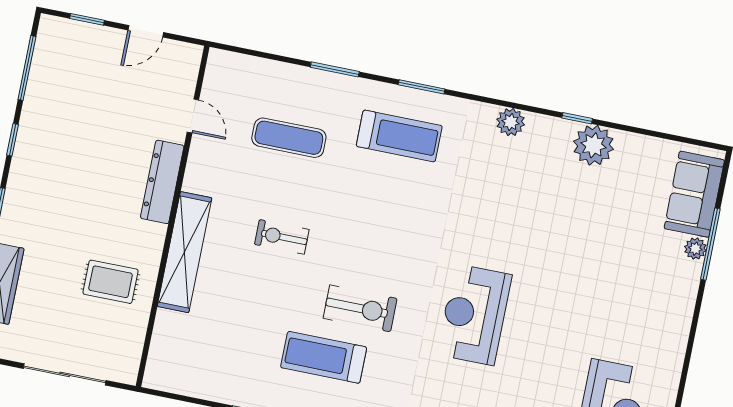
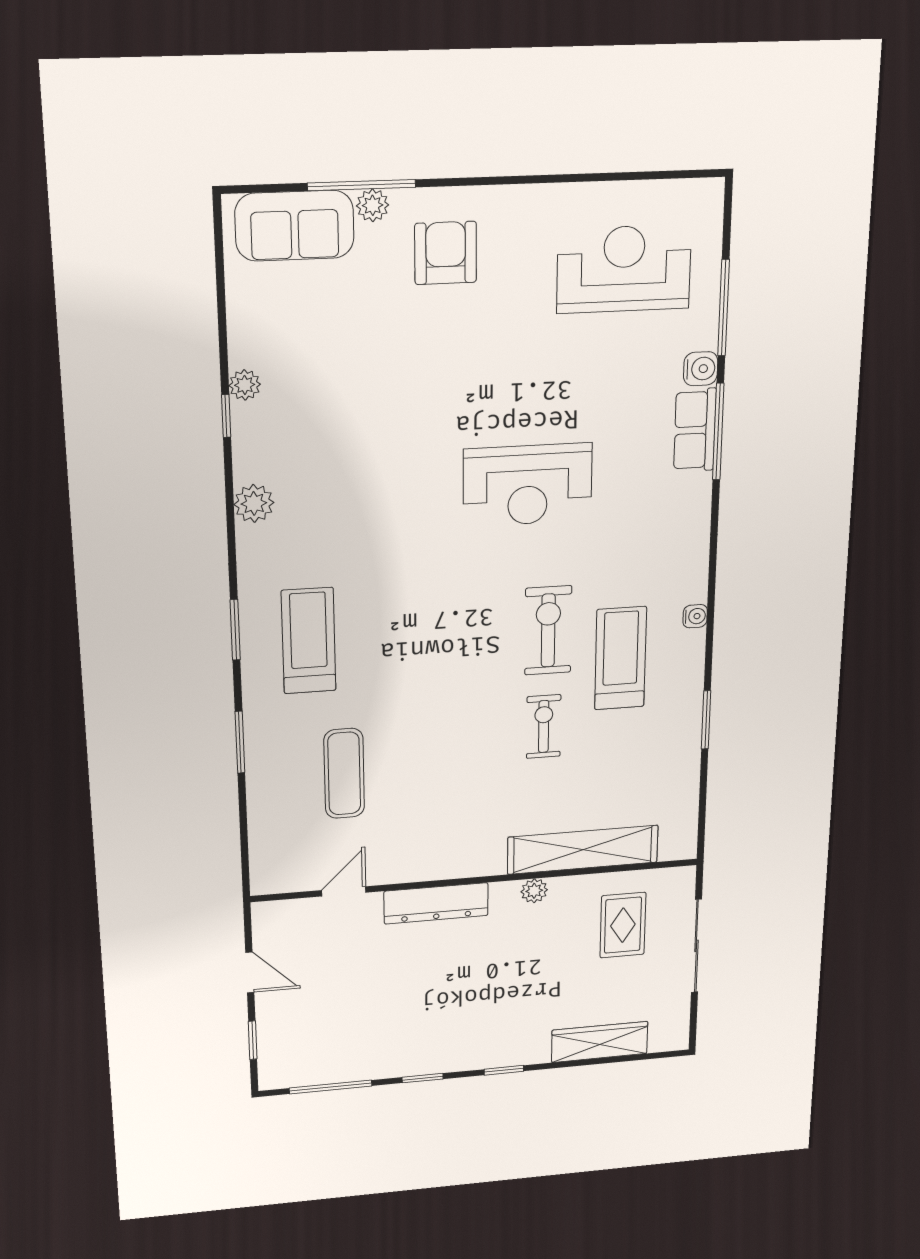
plant: (594, 145) -> (245, 385), width x0.53, depth x0.53
exercise bike: (282, 237) -> (544, 727), moved, turned 180
shelving: (185, 252) -> (583, 850), moved
plant: (151, 258) -> (534, 891), added
rug: (111, 282) -> (623, 925), moved
armchair: (652, 291) -> (446, 253), added
treadmill: (324, 357) -> (620, 658), turned 180

